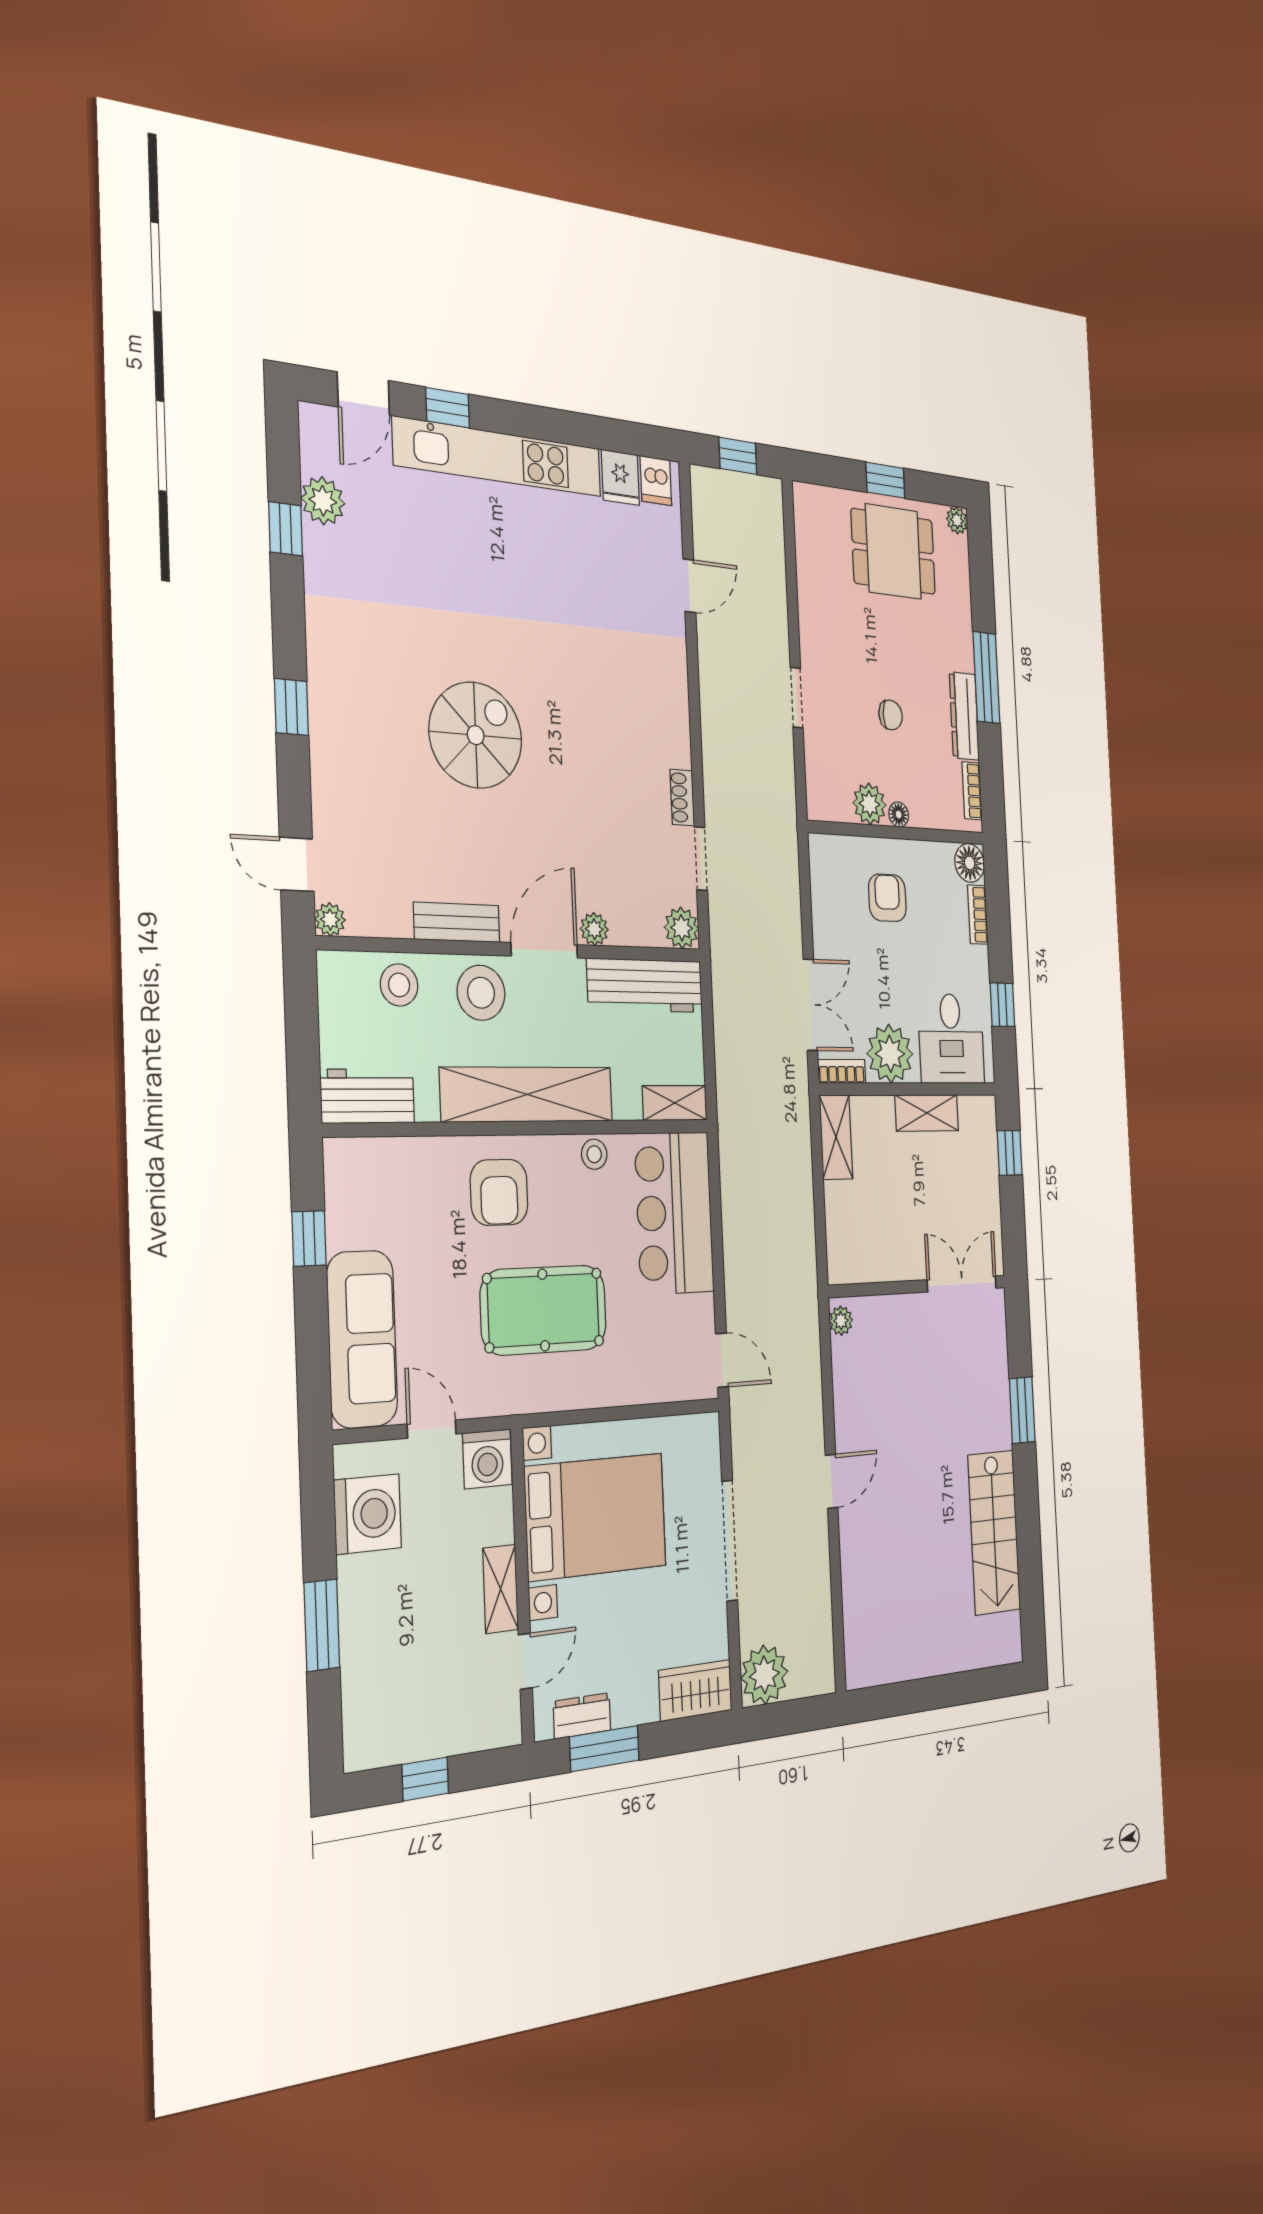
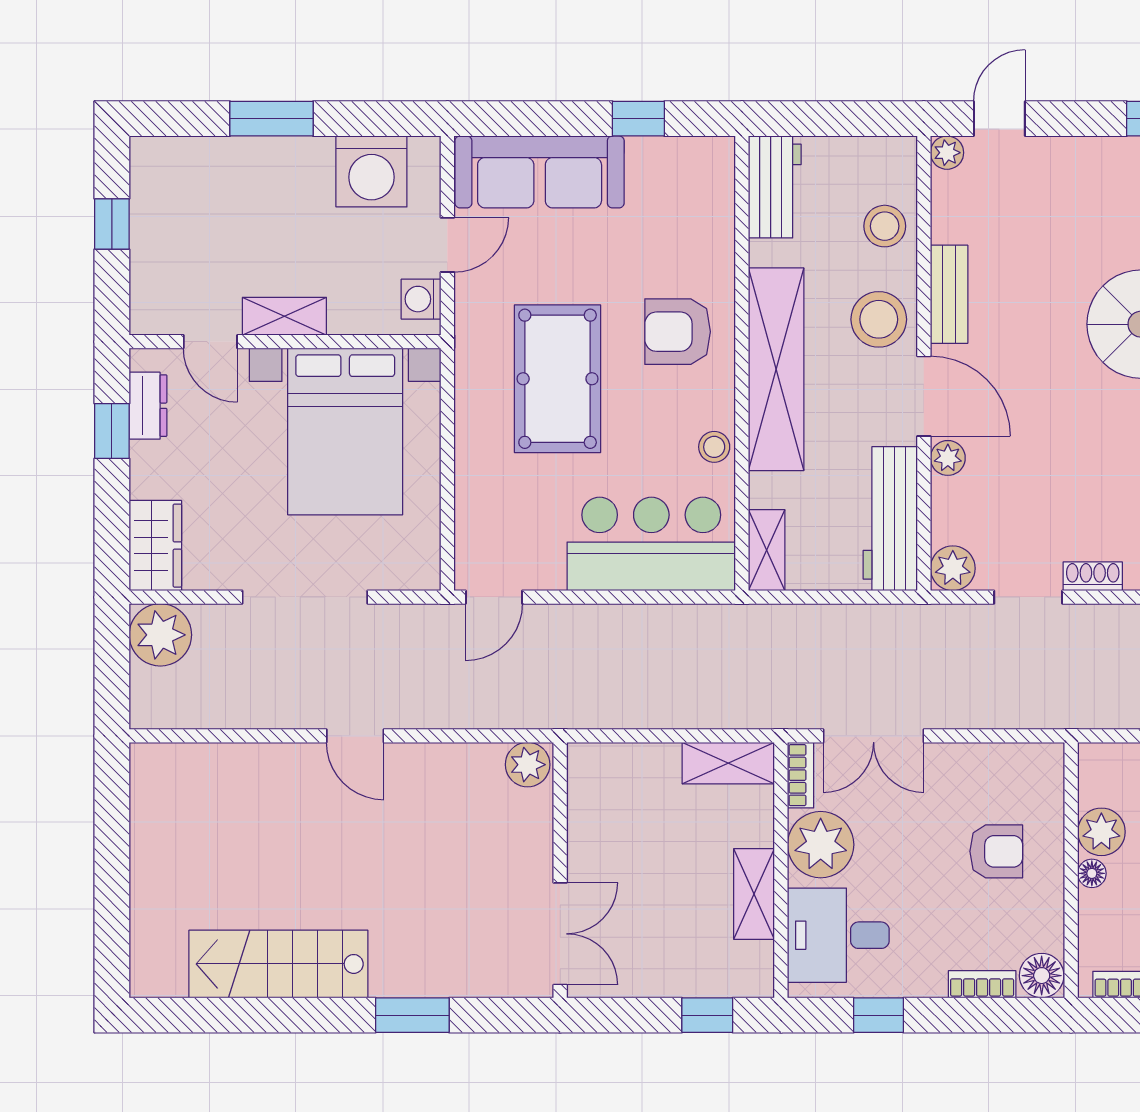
plant: (841, 1321) -> (528, 765), width x1.38, depth x1.38
washing machine: (487, 1459) -> (421, 299), width x0.73, depth x0.73
window: (604, 1749) -> (112, 431), width x0.67

